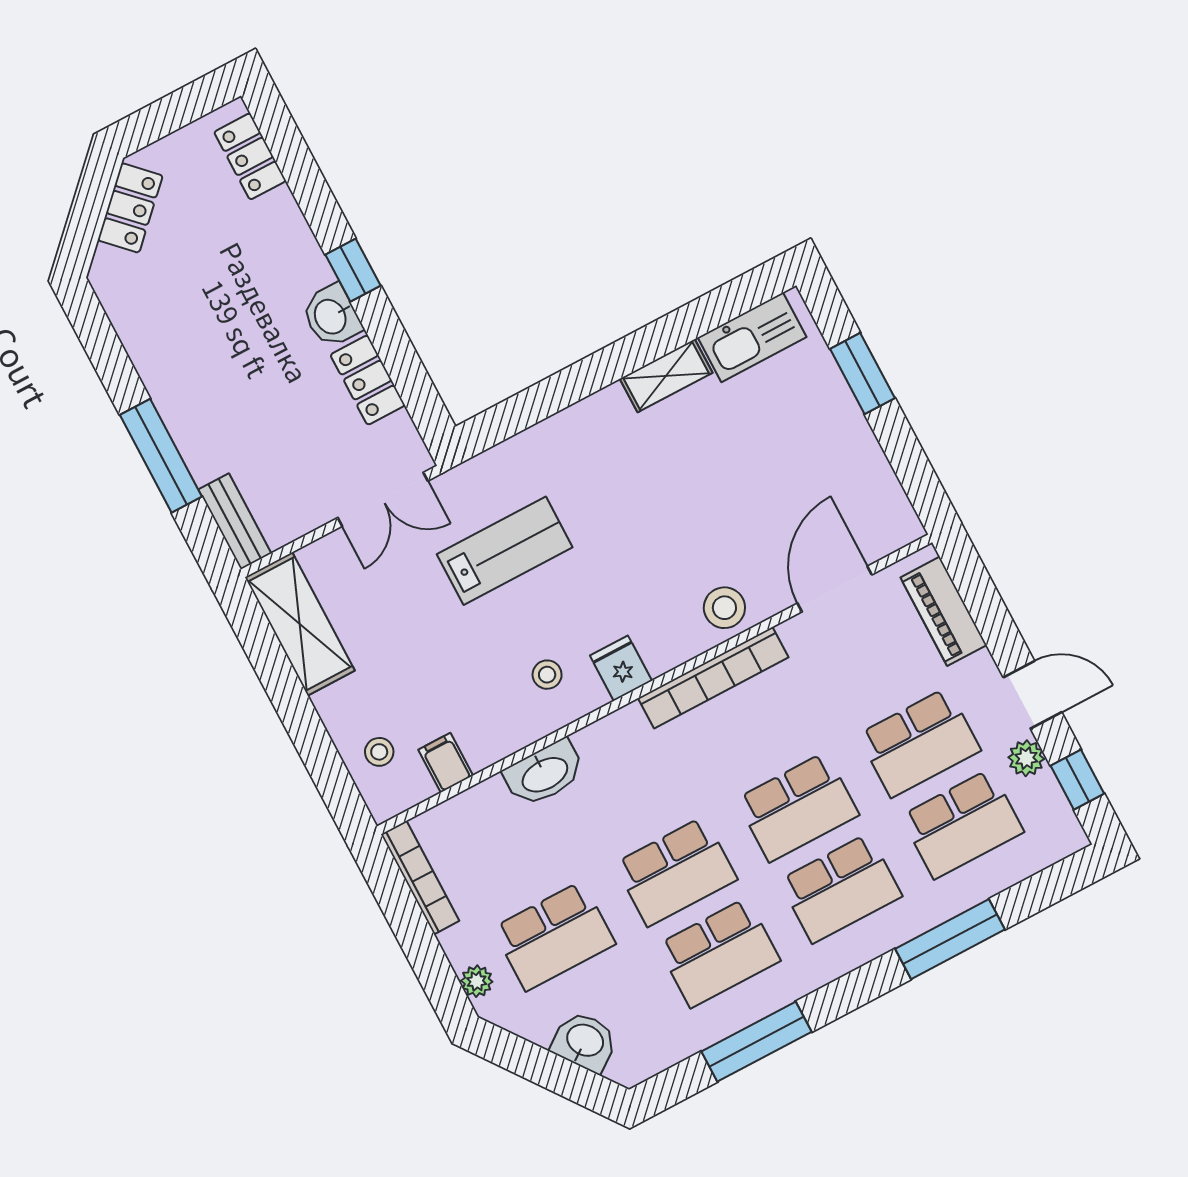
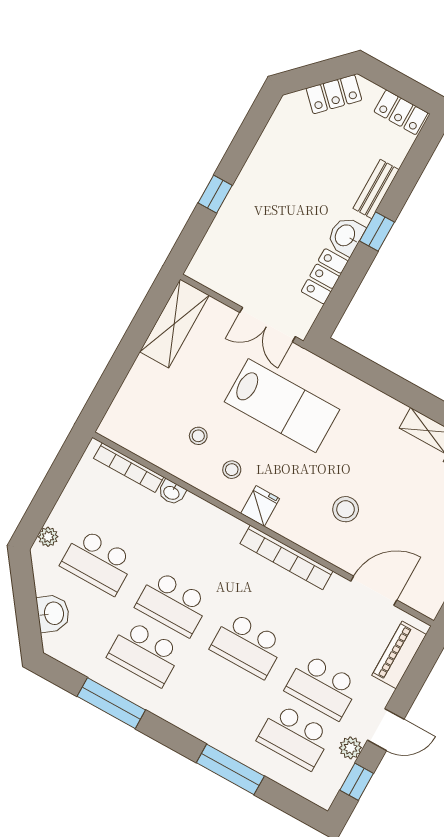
locker: (250, 156) -> (401, 112), moved, turned -90
window: (161, 456) -> (215, 194), width x0.46
bench: (235, 521) -> (376, 189), moved
lab bench: (505, 551) -> (282, 406), width x1.36, depth x1.39
stool: (724, 608) -> (346, 509), moved
door: (1033, 695) -> (386, 730), hinge flipped
stool: (379, 752) -> (198, 436), moved
filing cabinet: (446, 763) -> (151, 447), removed
washbasin: (544, 774) -> (172, 492), width x0.52, depth x0.69
bookcase: (420, 878) -> (129, 468), moved, turned 90
school desk: (840, 888) -> (220, 695), removed

